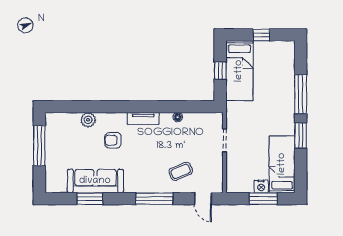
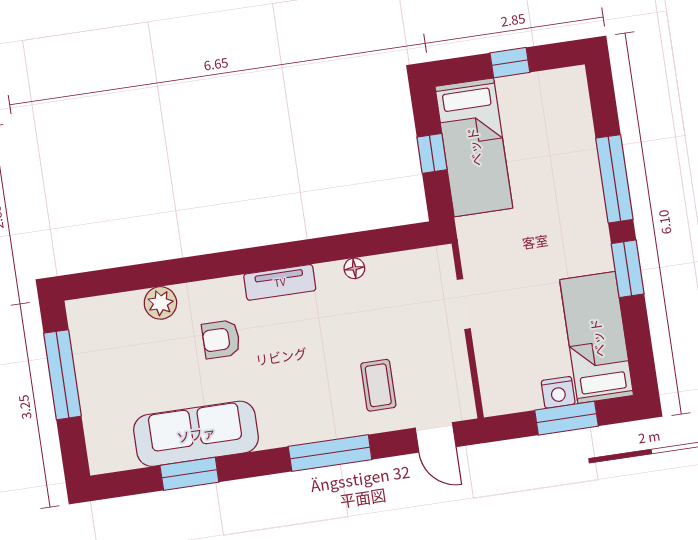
coffee table: (181, 171) -> (378, 385), turned -67

